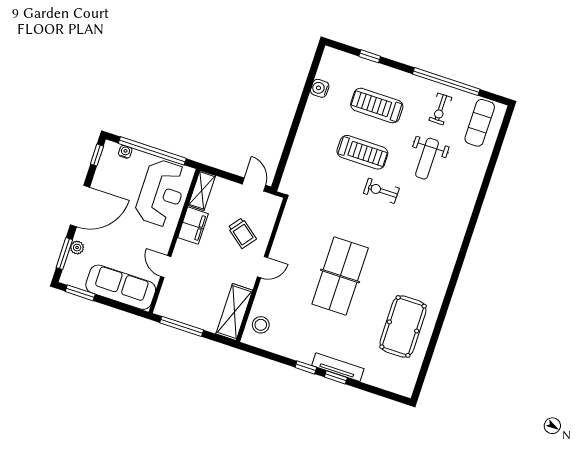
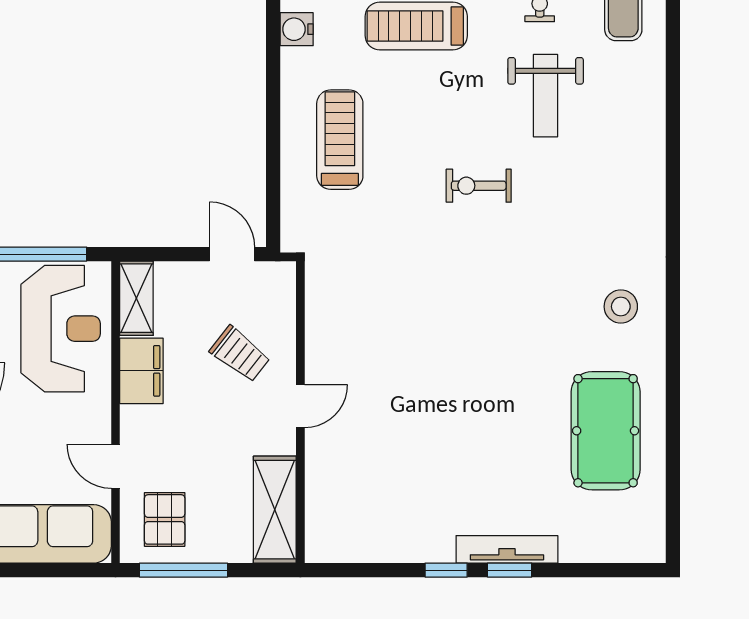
treadmill: (362, 152) -> (340, 140), moved, turned -90
table tennis table: (340, 276) -> (454, 374), removed
pallet: (181, 299) -> (165, 519), added
stool: (261, 325) -> (621, 307), moved

